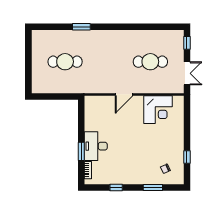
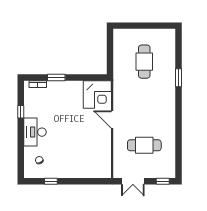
cafe table: (150, 62) -> (144, 145), turned 90
corner desk: (158, 110) -> (97, 94), moved, turned -90
desk: (96, 146) -> (35, 132), moved, turned -90
window: (153, 187) -> (21, 148), removed

